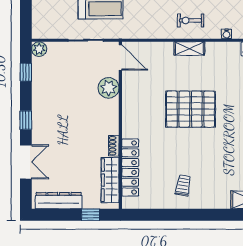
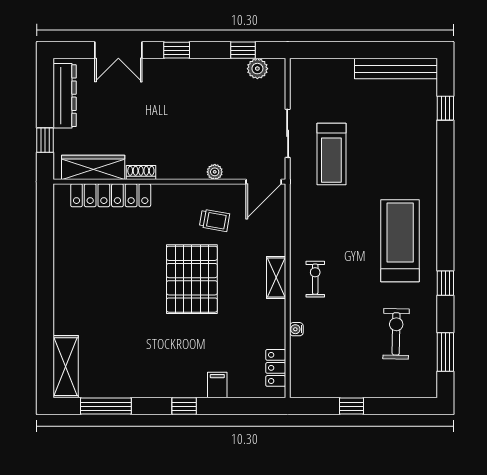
plant: (39, 49) -> (257, 69), moved
plant: (109, 88) -> (215, 172), width x0.53, depth x0.53
trolley: (183, 185) -> (215, 220), moved

